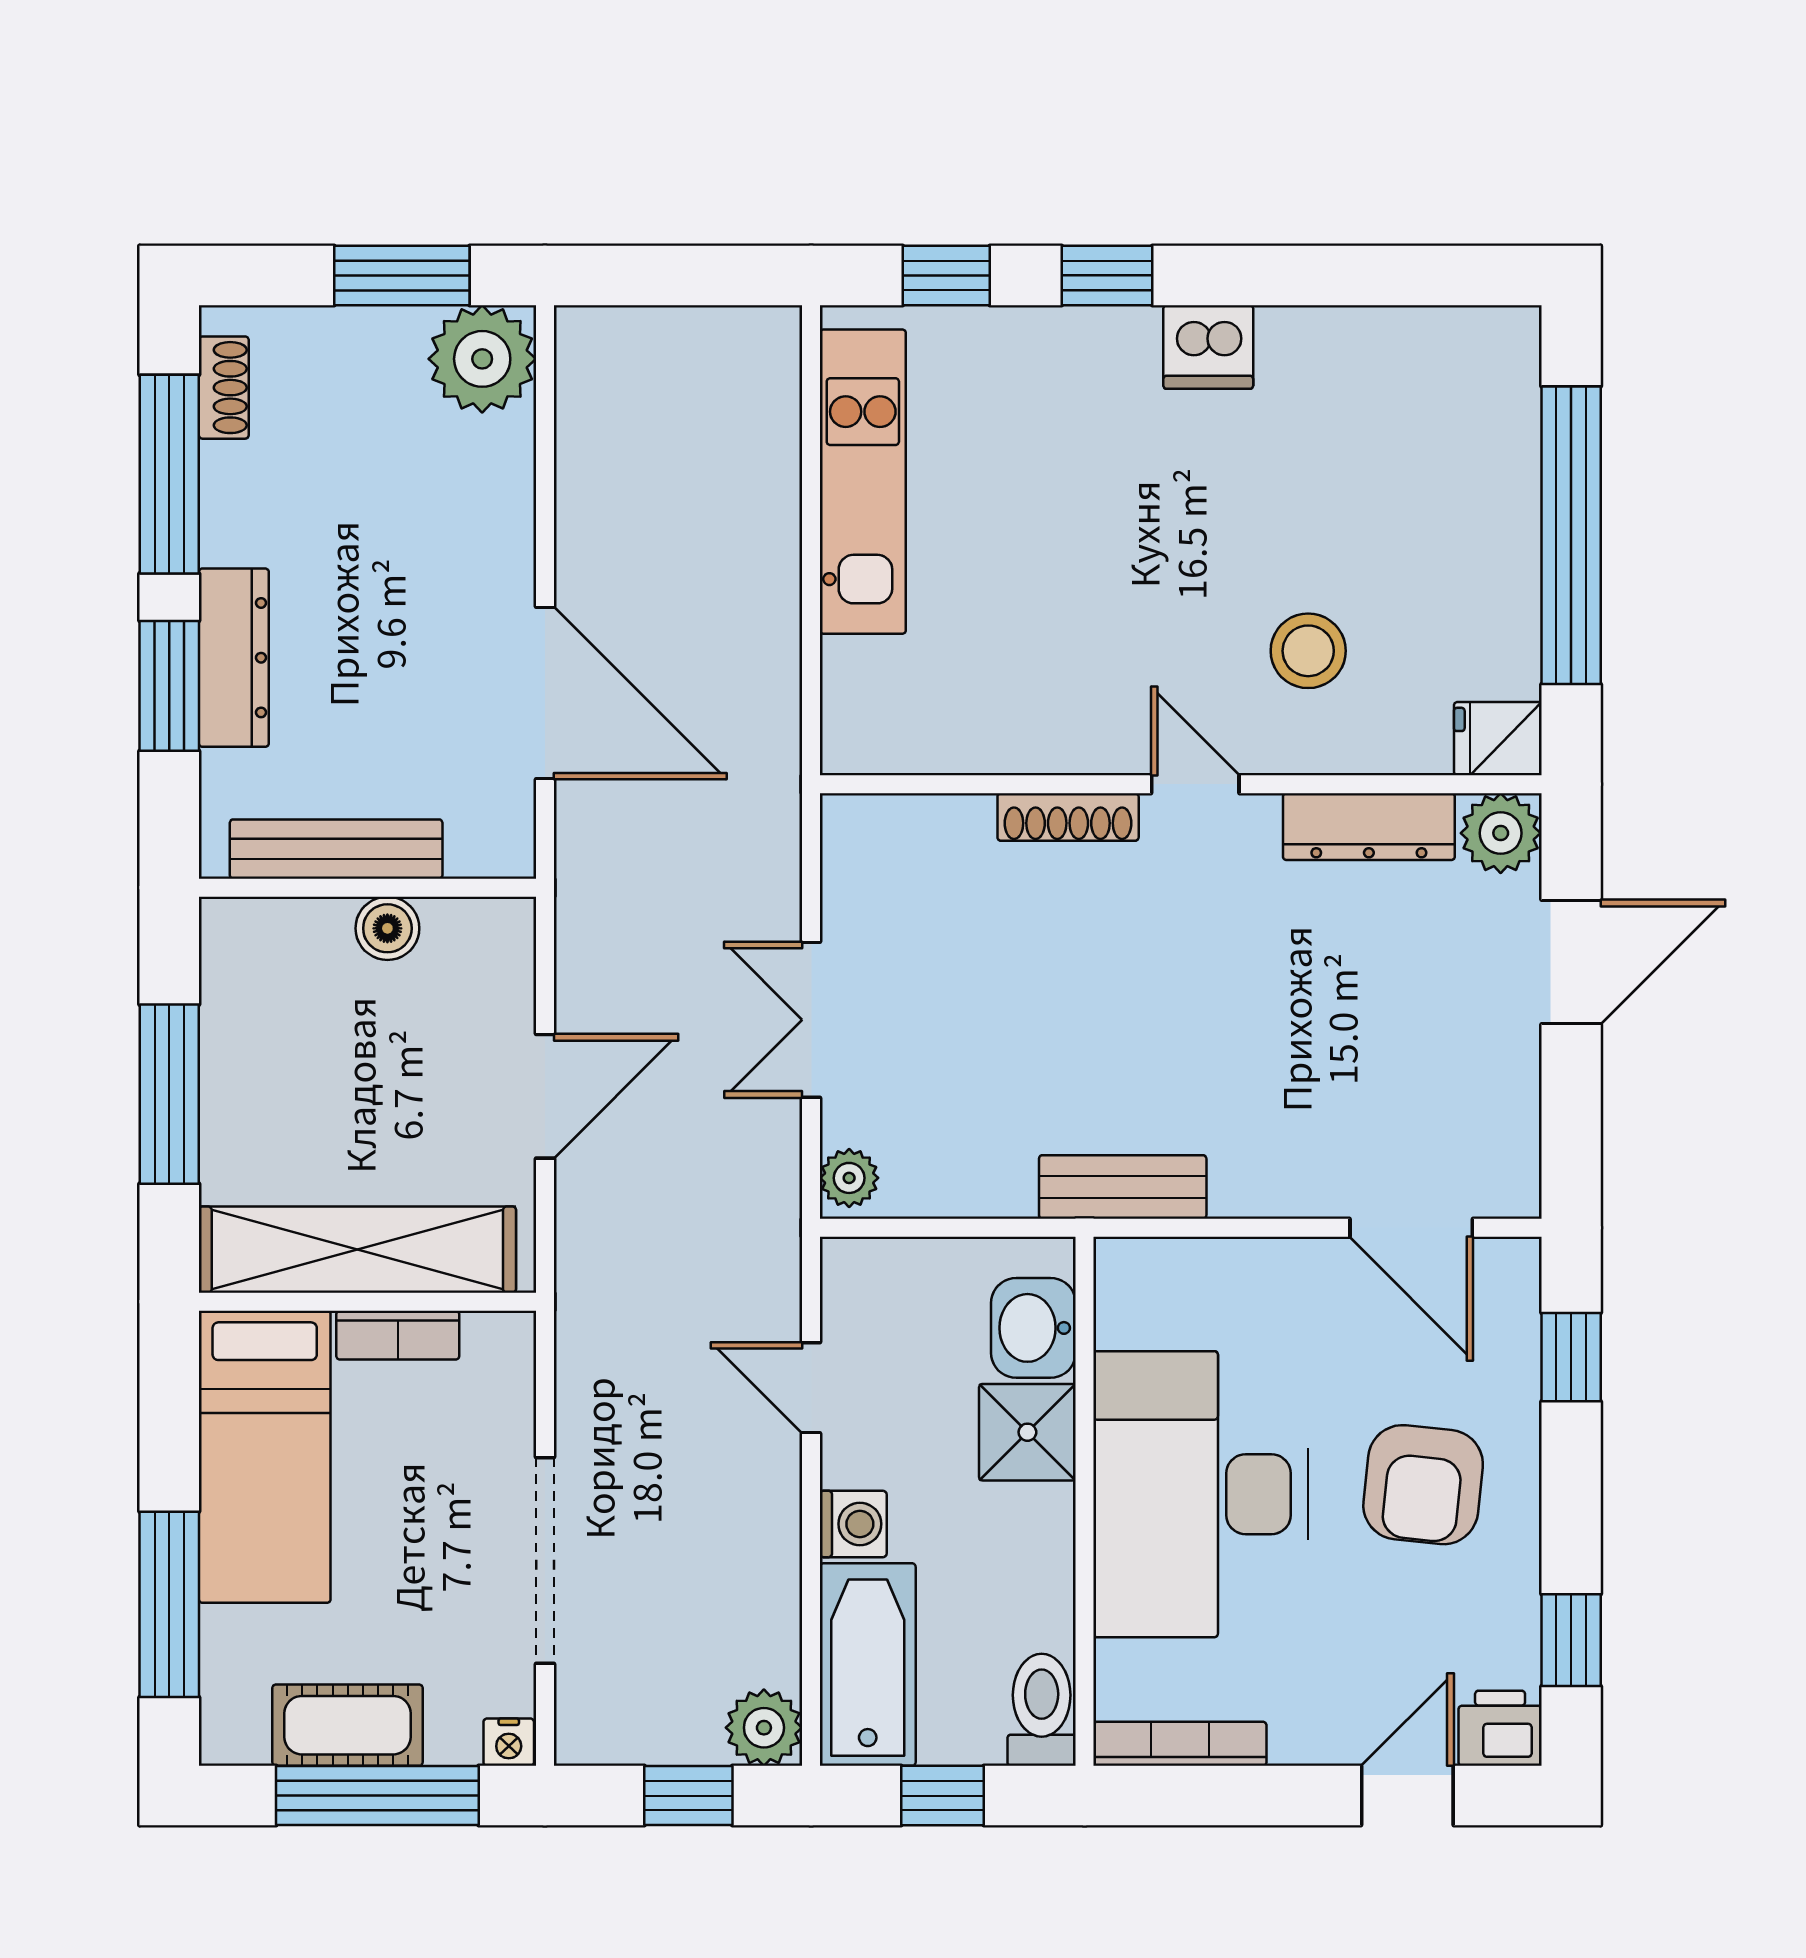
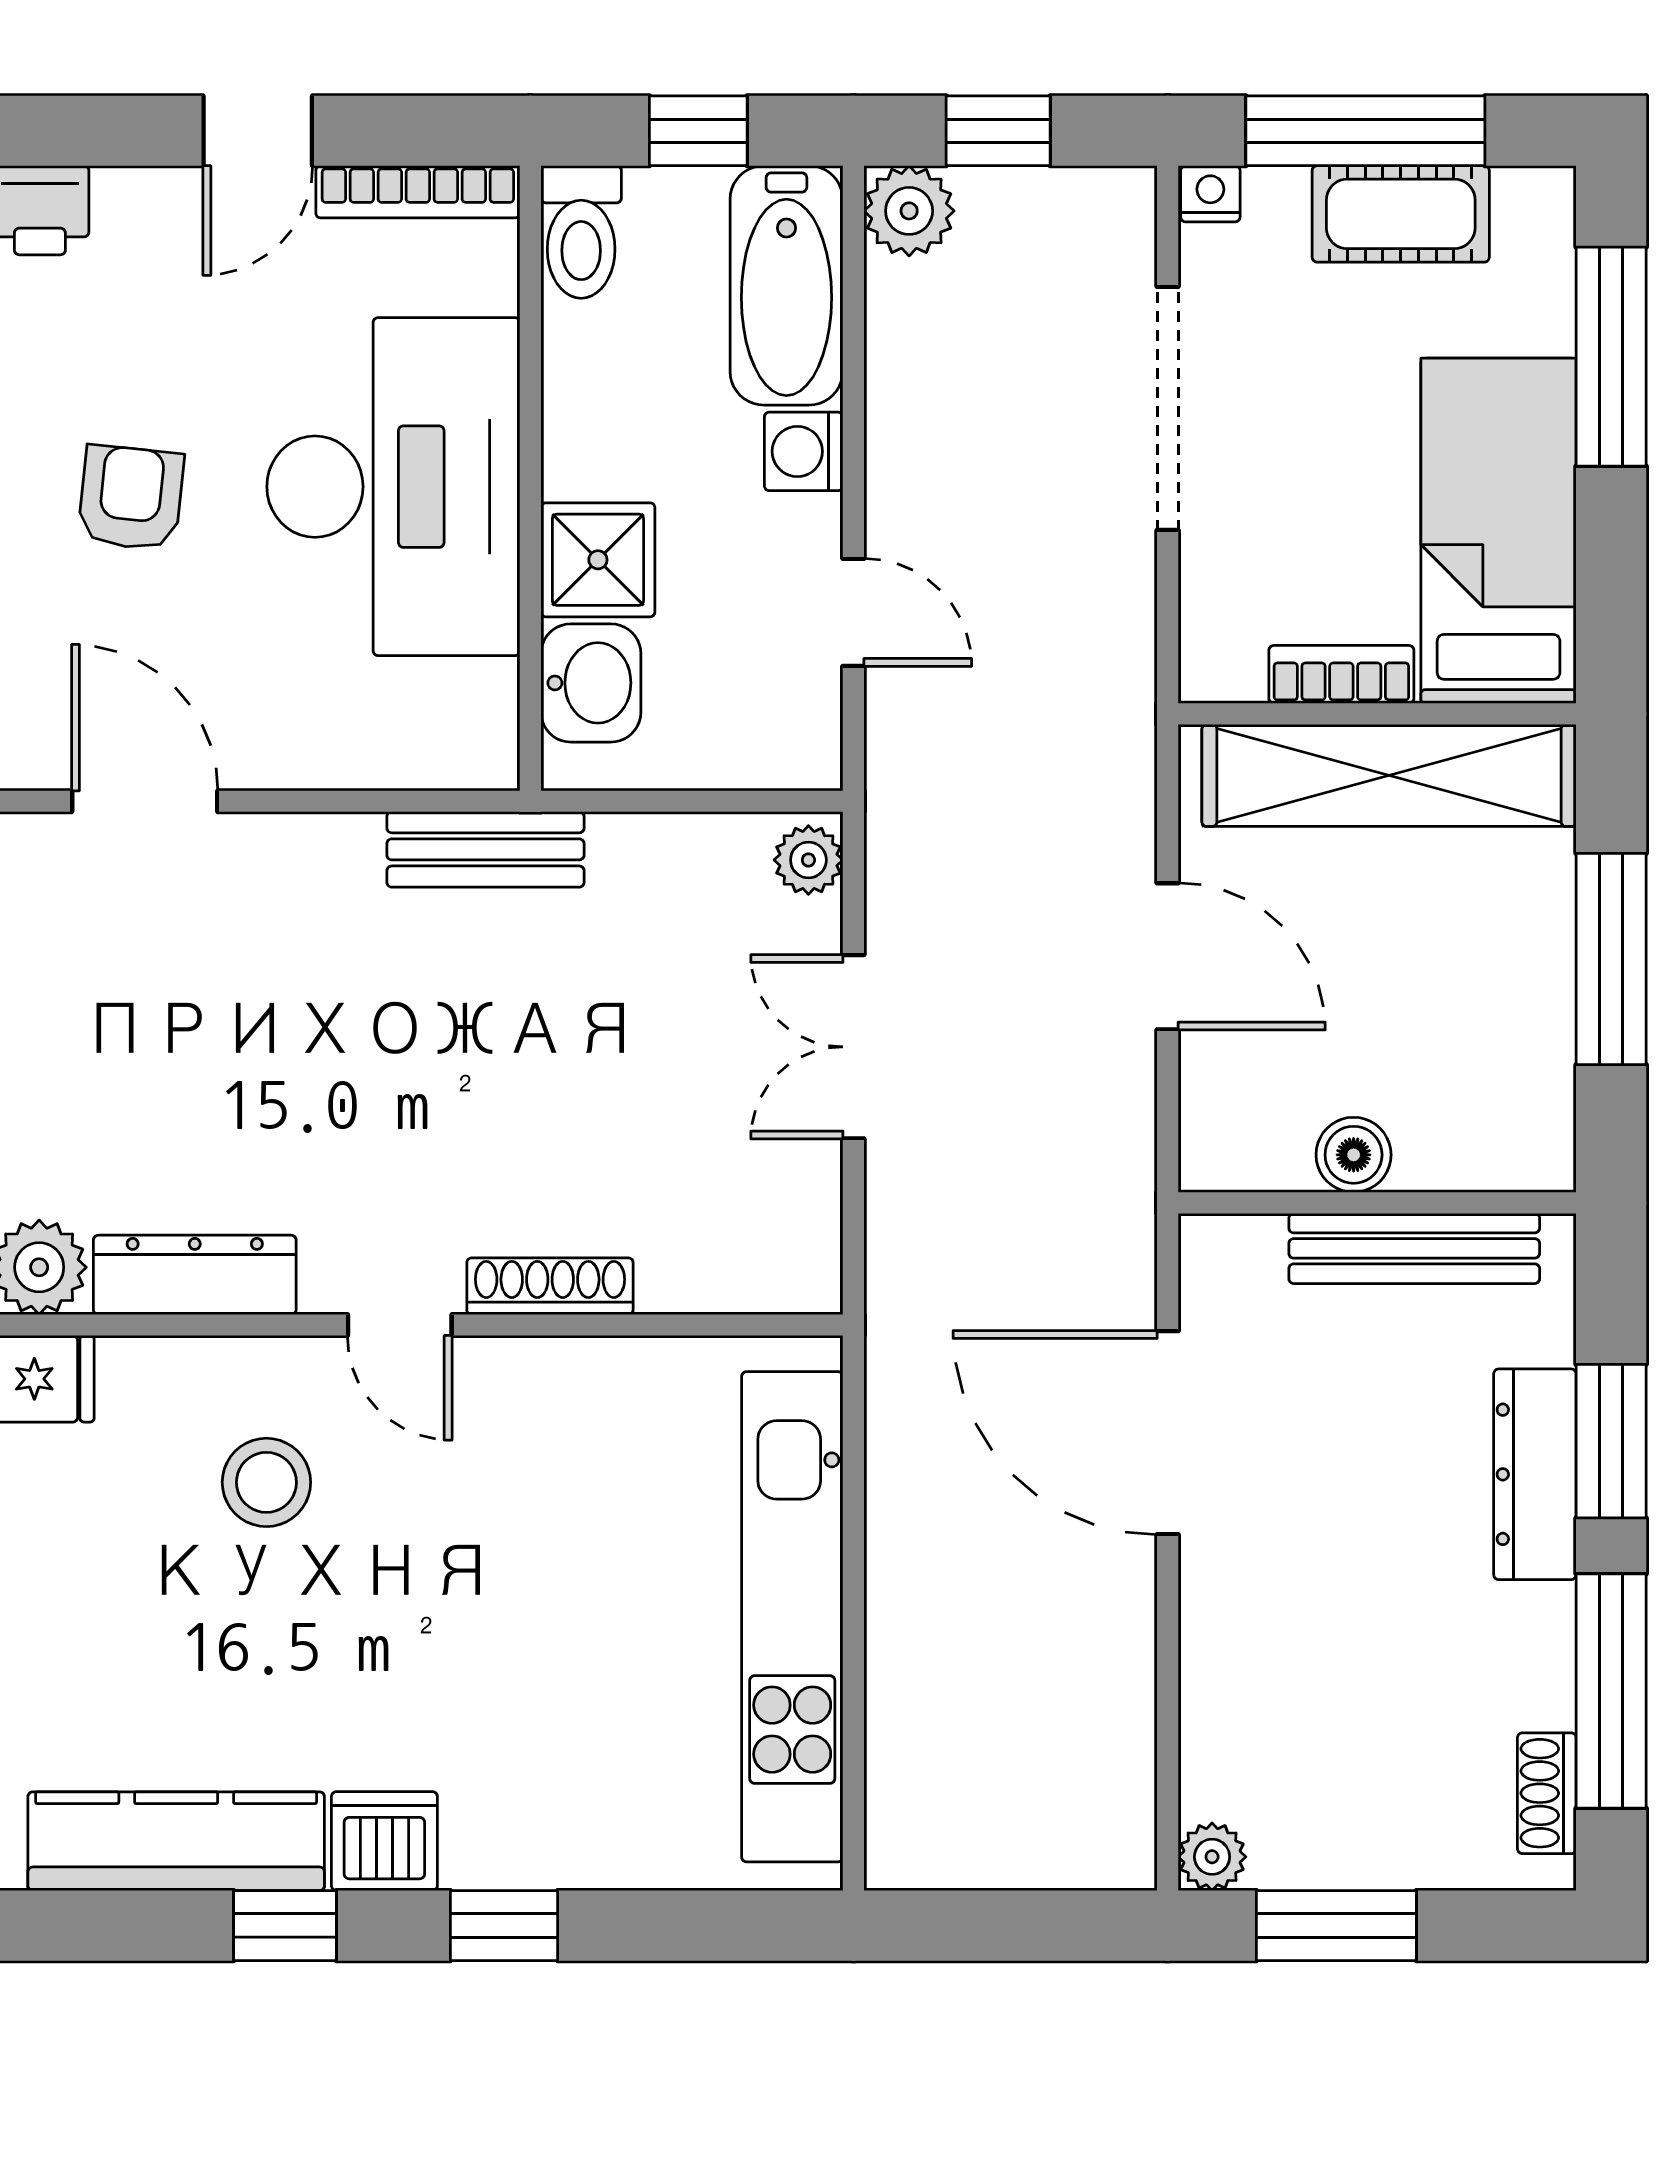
window: (946, 275) -> (285, 1926), moved
kitchen counter: (1385, 347) -> (176, 1841), added
plant: (482, 359) -> (1212, 1857), width x0.53, depth x0.53
kitchen unit: (863, 482) -> (792, 1617), width x1.36
double door: (811, 1020) -> (853, 1047), swing flipped
door: (545, 1096) -> (1168, 956), swing flipped
armchair: (1423, 1485) -> (131, 498), width x0.72, depth x0.72
door: (1407, 1796) -> (258, 131), moved

